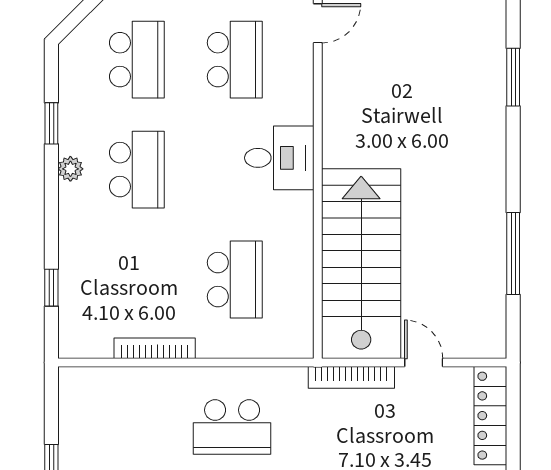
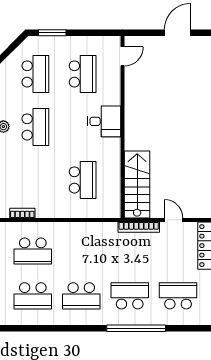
stairs: (361, 264) -> (137, 185), width x0.73, depth x0.66
bookcase: (155, 348) -> (22, 213), moved, width x0.64
school desk: (232, 427) -> (33, 251), moved

